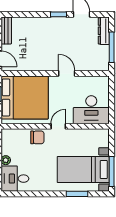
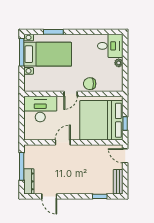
window: (58, 14) -> (100, 196), moved
door: (67, 73) -> (63, 142), swing flipped

